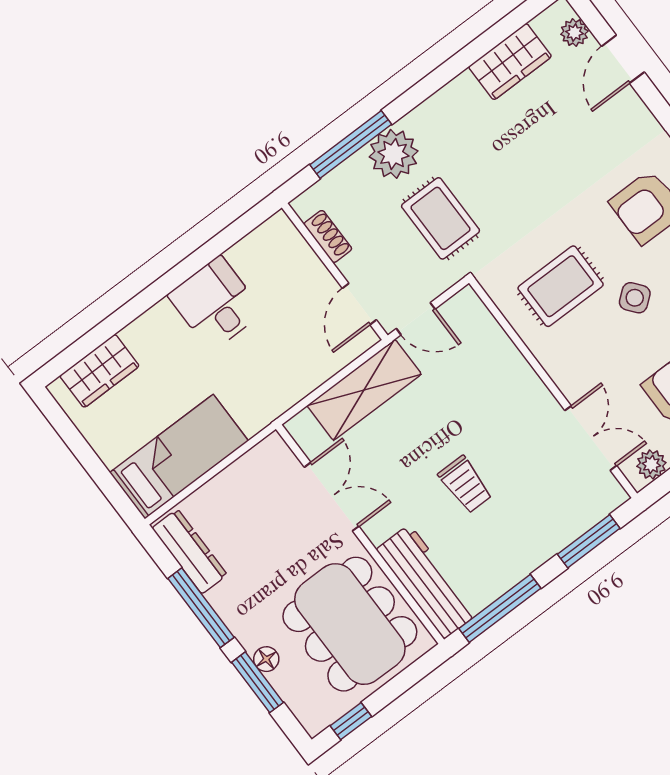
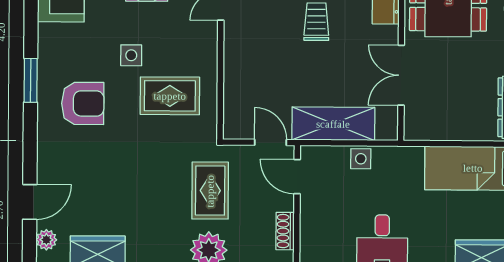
side table: (635, 298) -> (131, 55), turned 38
door: (359, 304) -> (297, 177), swing flipped
side table: (306, 375) -> (361, 159), added

